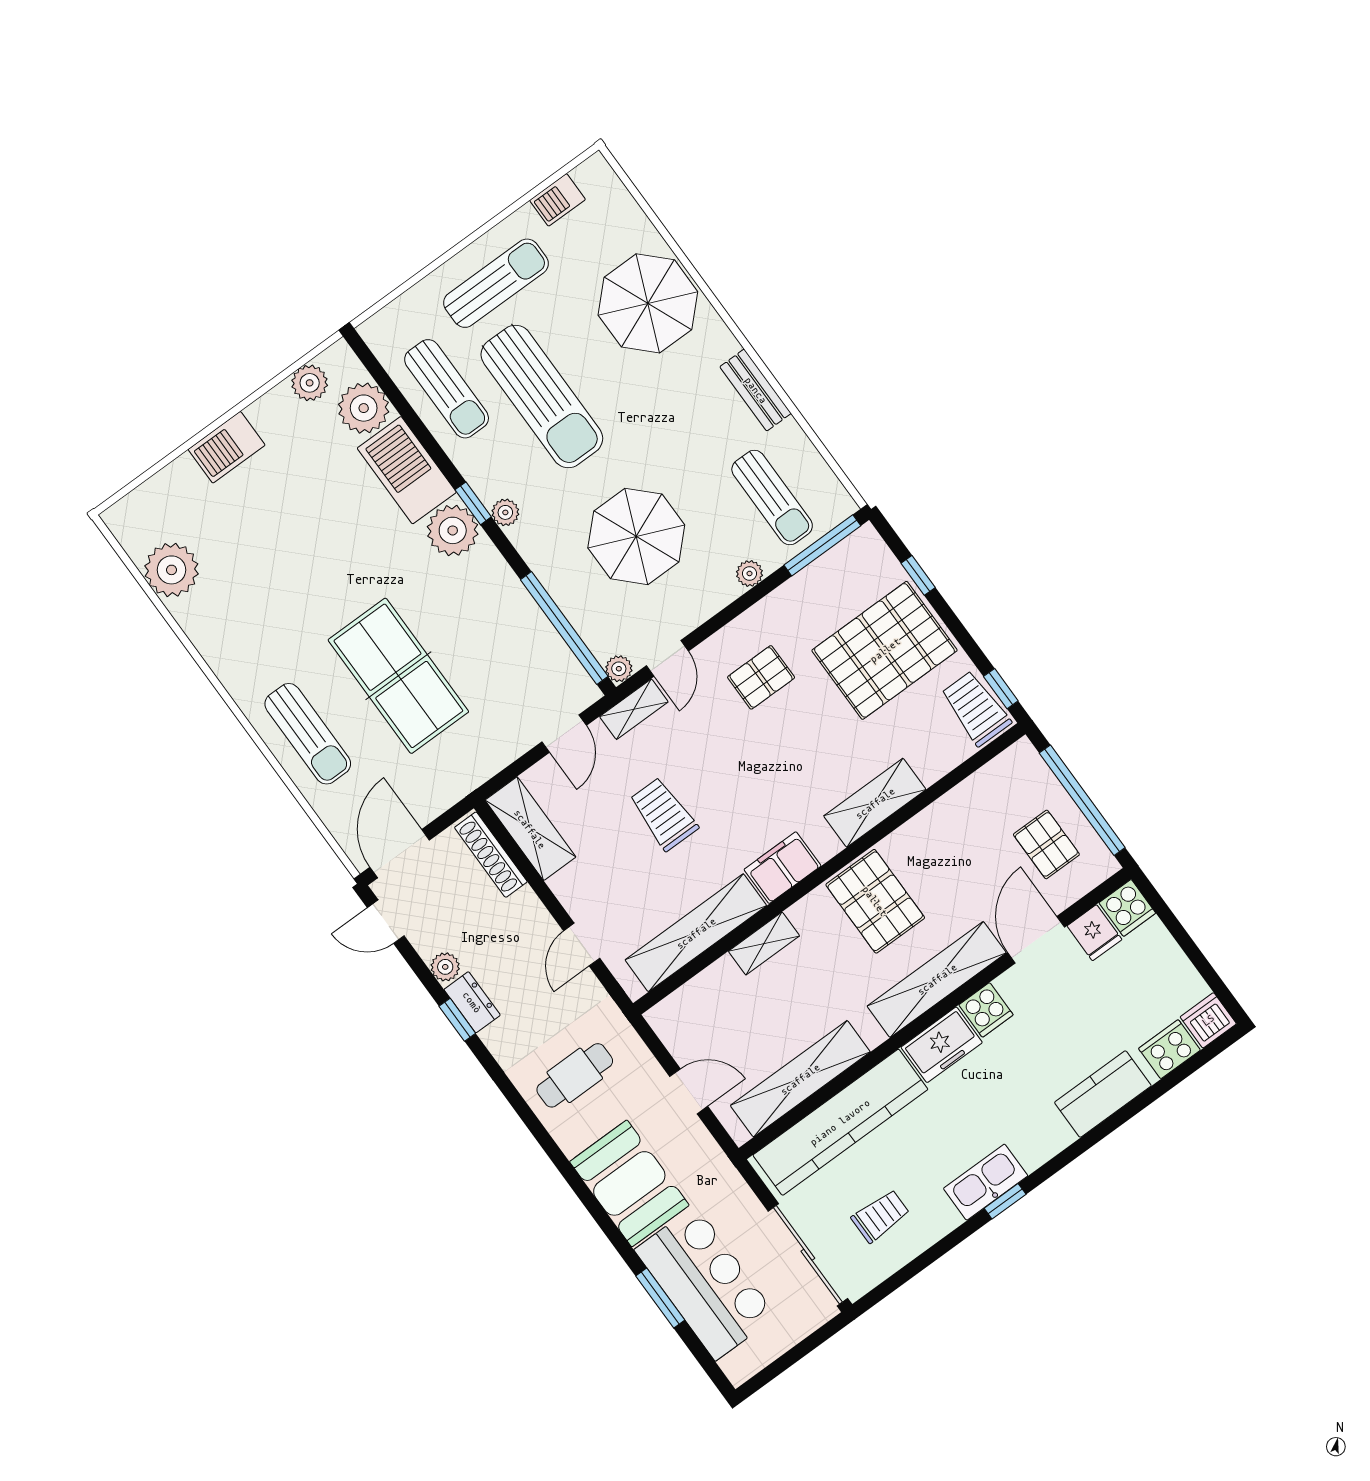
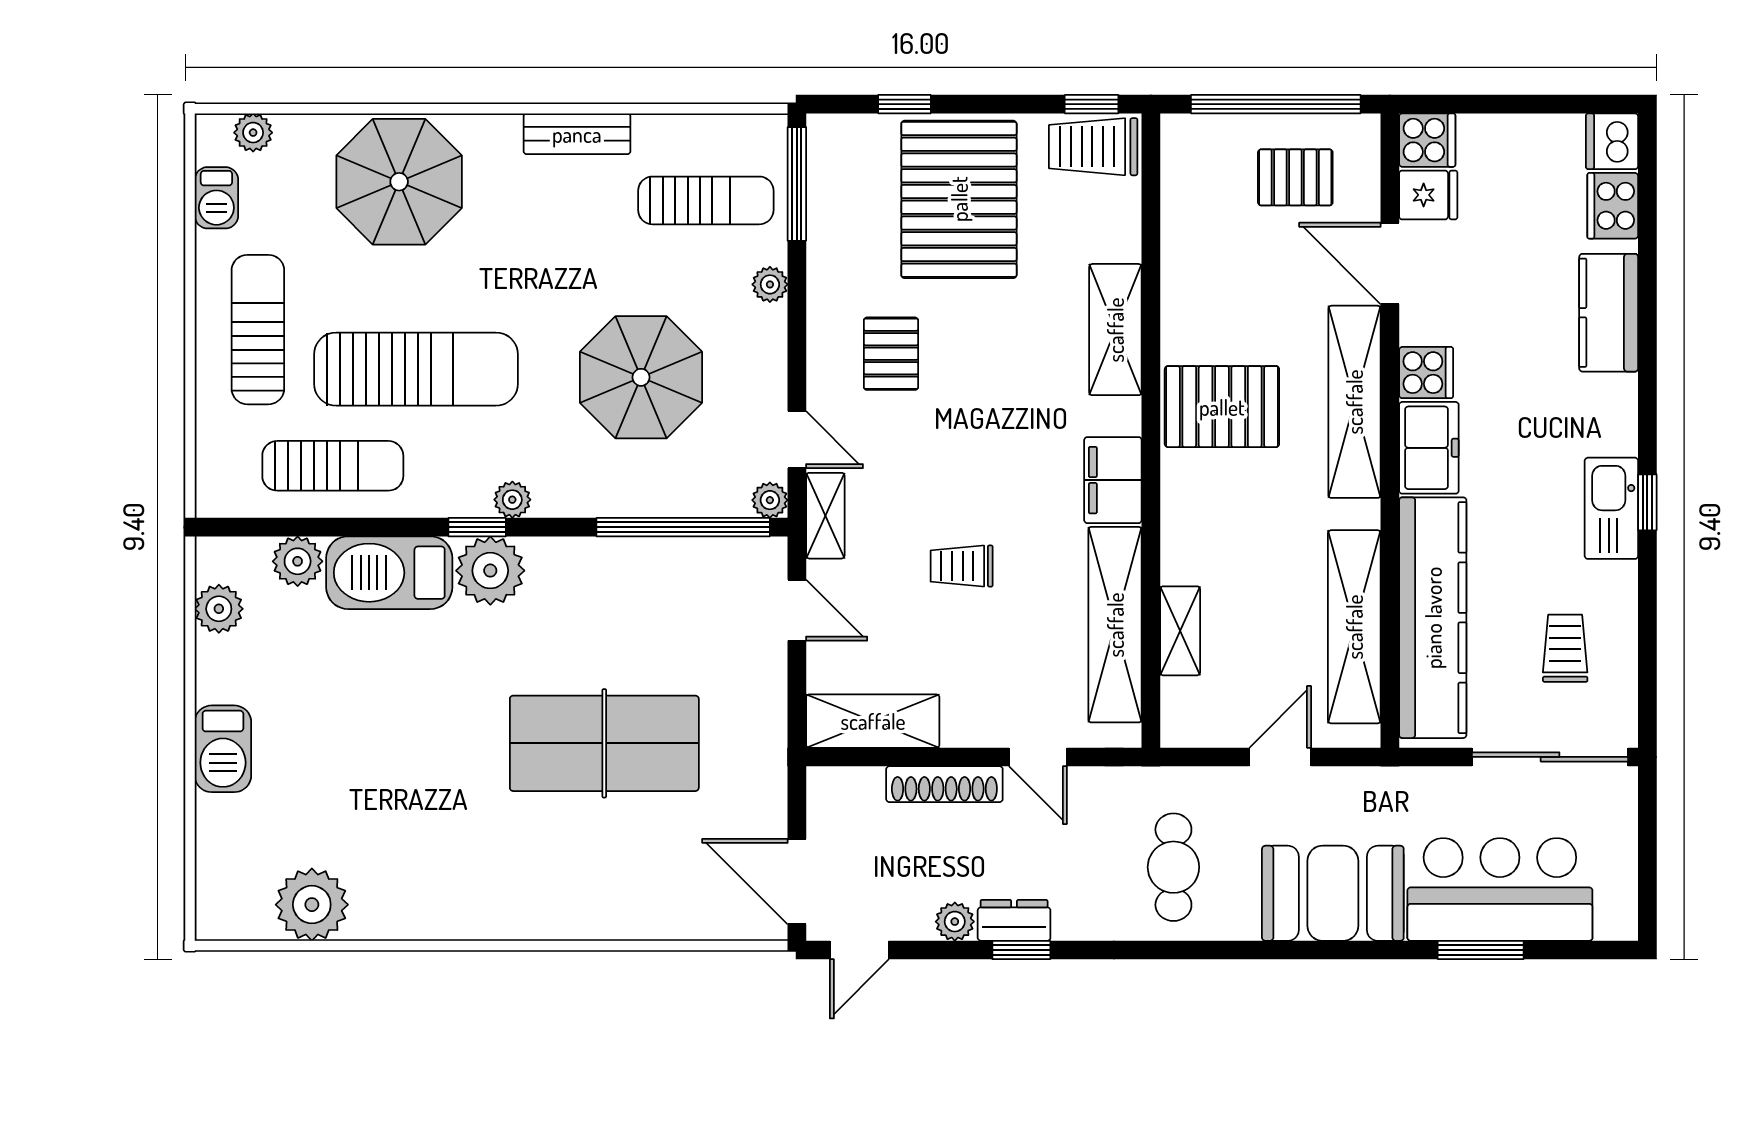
plant: (613, 193) -> (253, 133), added
plant: (364, 408) -> (298, 561), width x0.73, depth x0.73
sun lounger: (308, 734) -> (595, 887), removed
trolley: (664, 814) -> (962, 566), width x0.73, depth x0.72
shoe rack: (491, 855) -> (944, 784), moved
shelving: (764, 943) -> (1180, 631), moved

